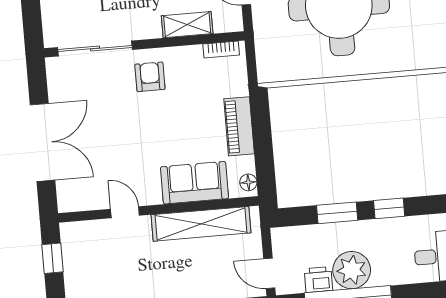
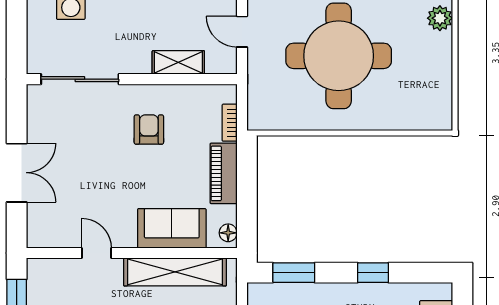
bookcase: (221, 49) -> (230, 123), moved, turned 90
armchair: (150, 77) -> (149, 130), moved
double door: (43, 142) -> (17, 173), width x0.73
window: (337, 213) -> (294, 273), moved

